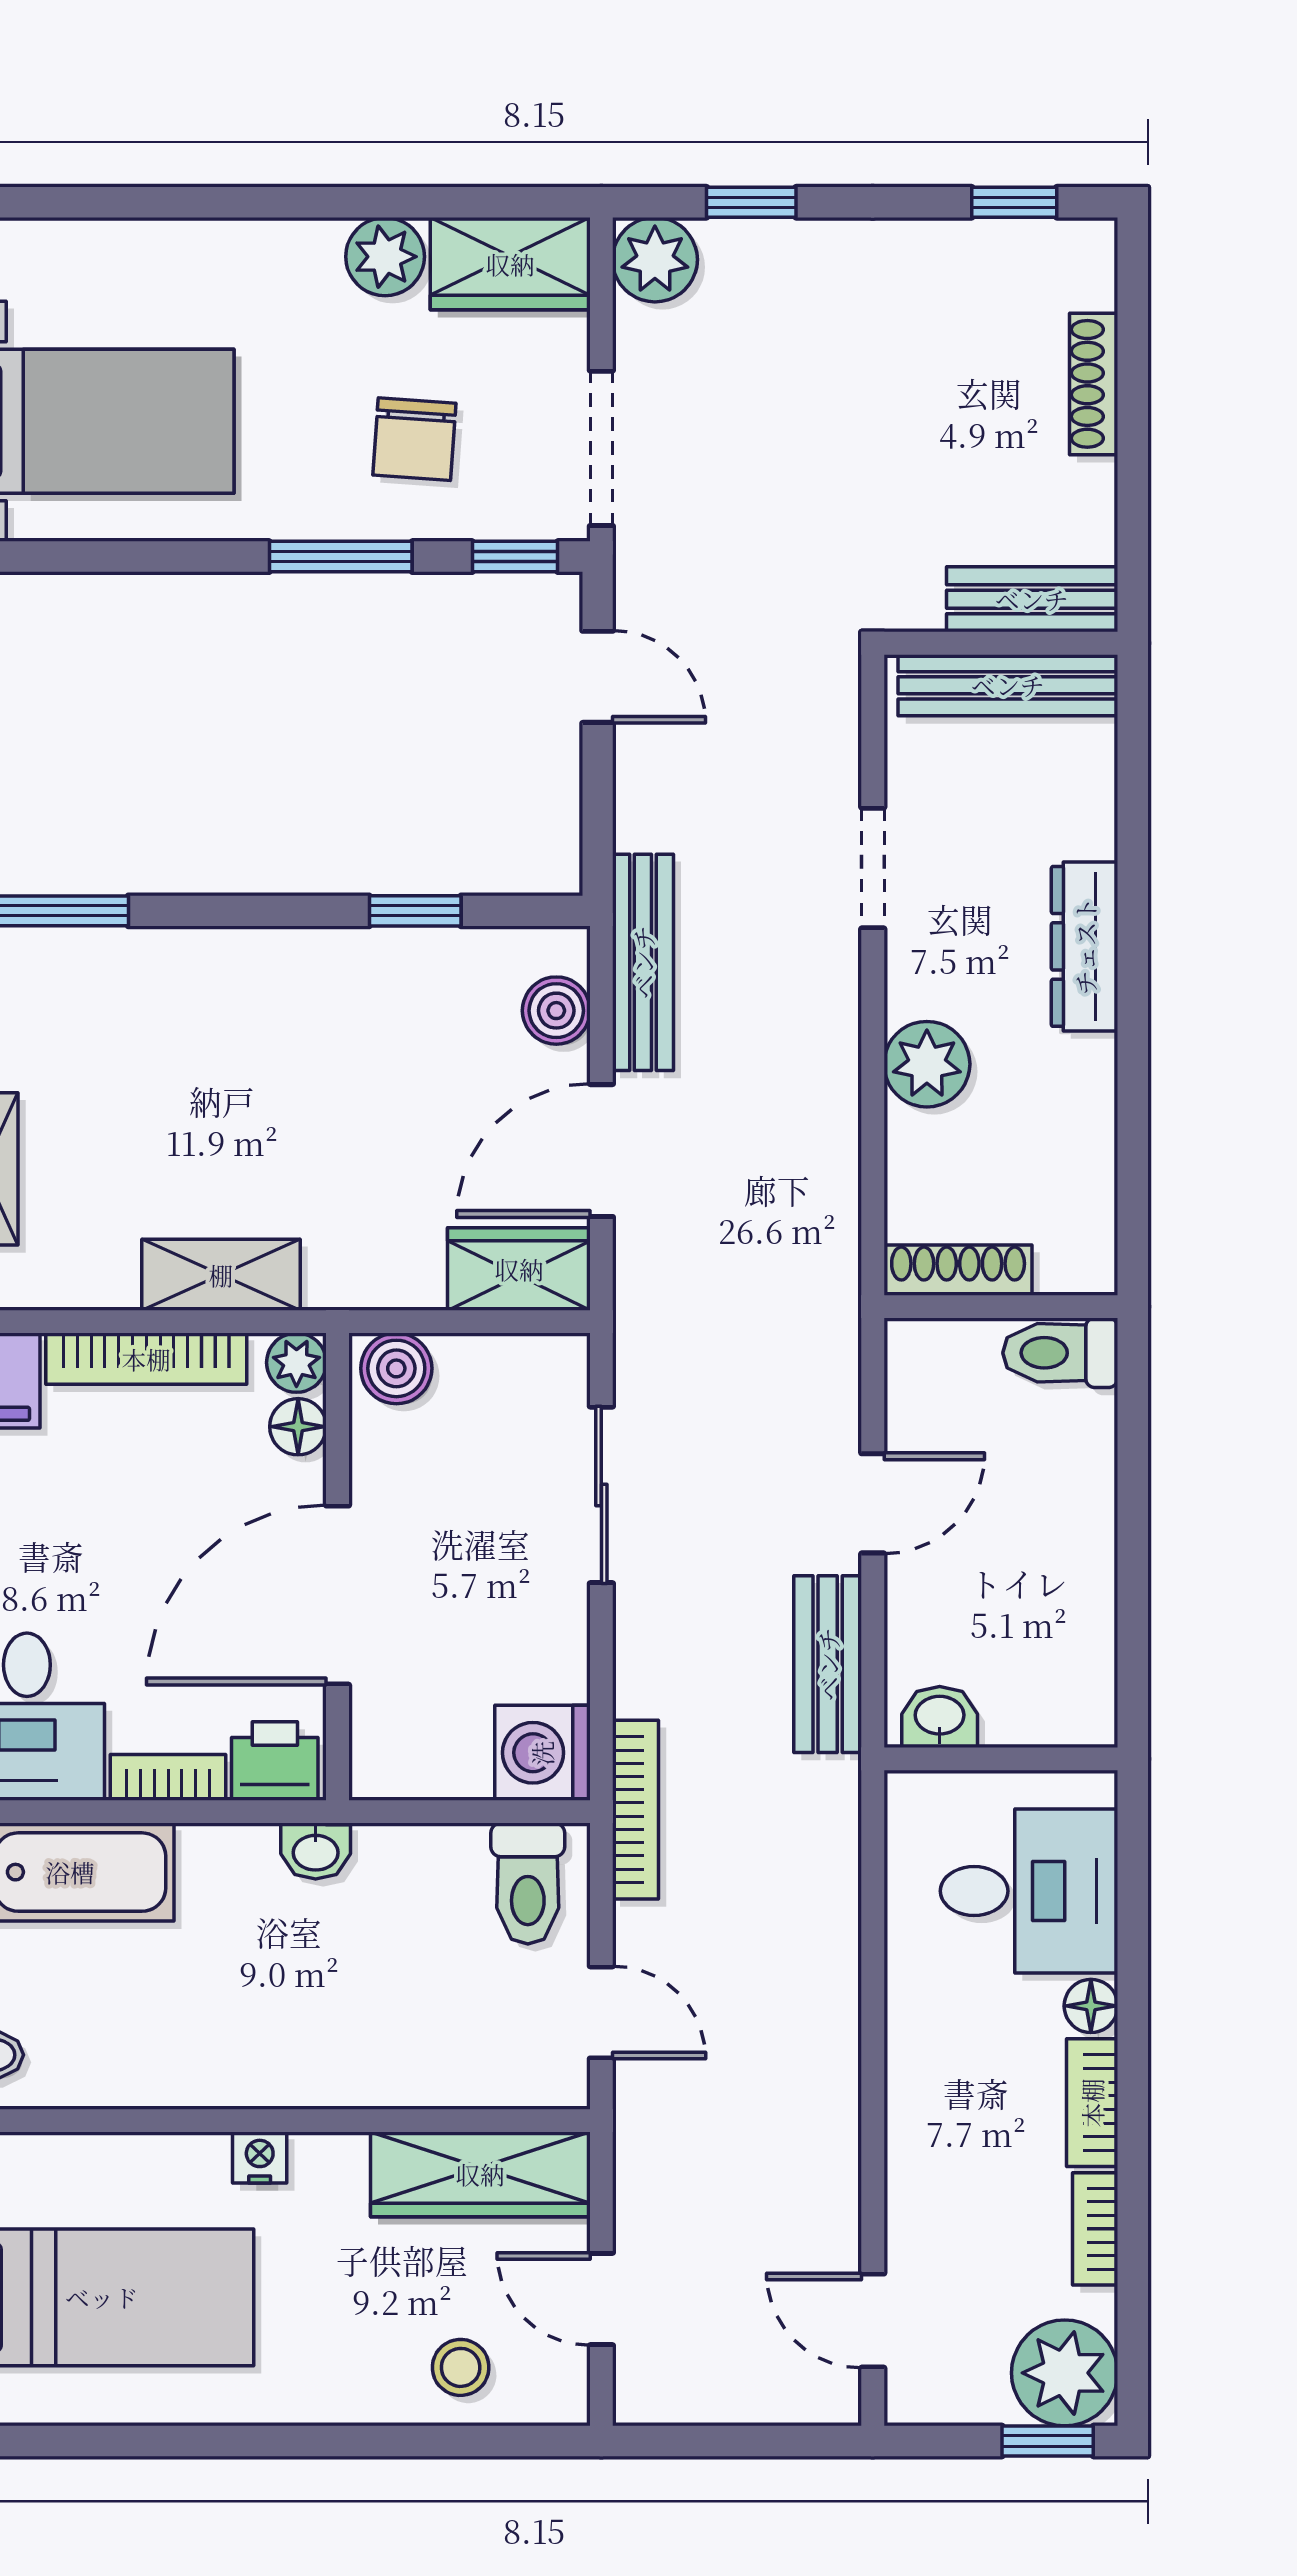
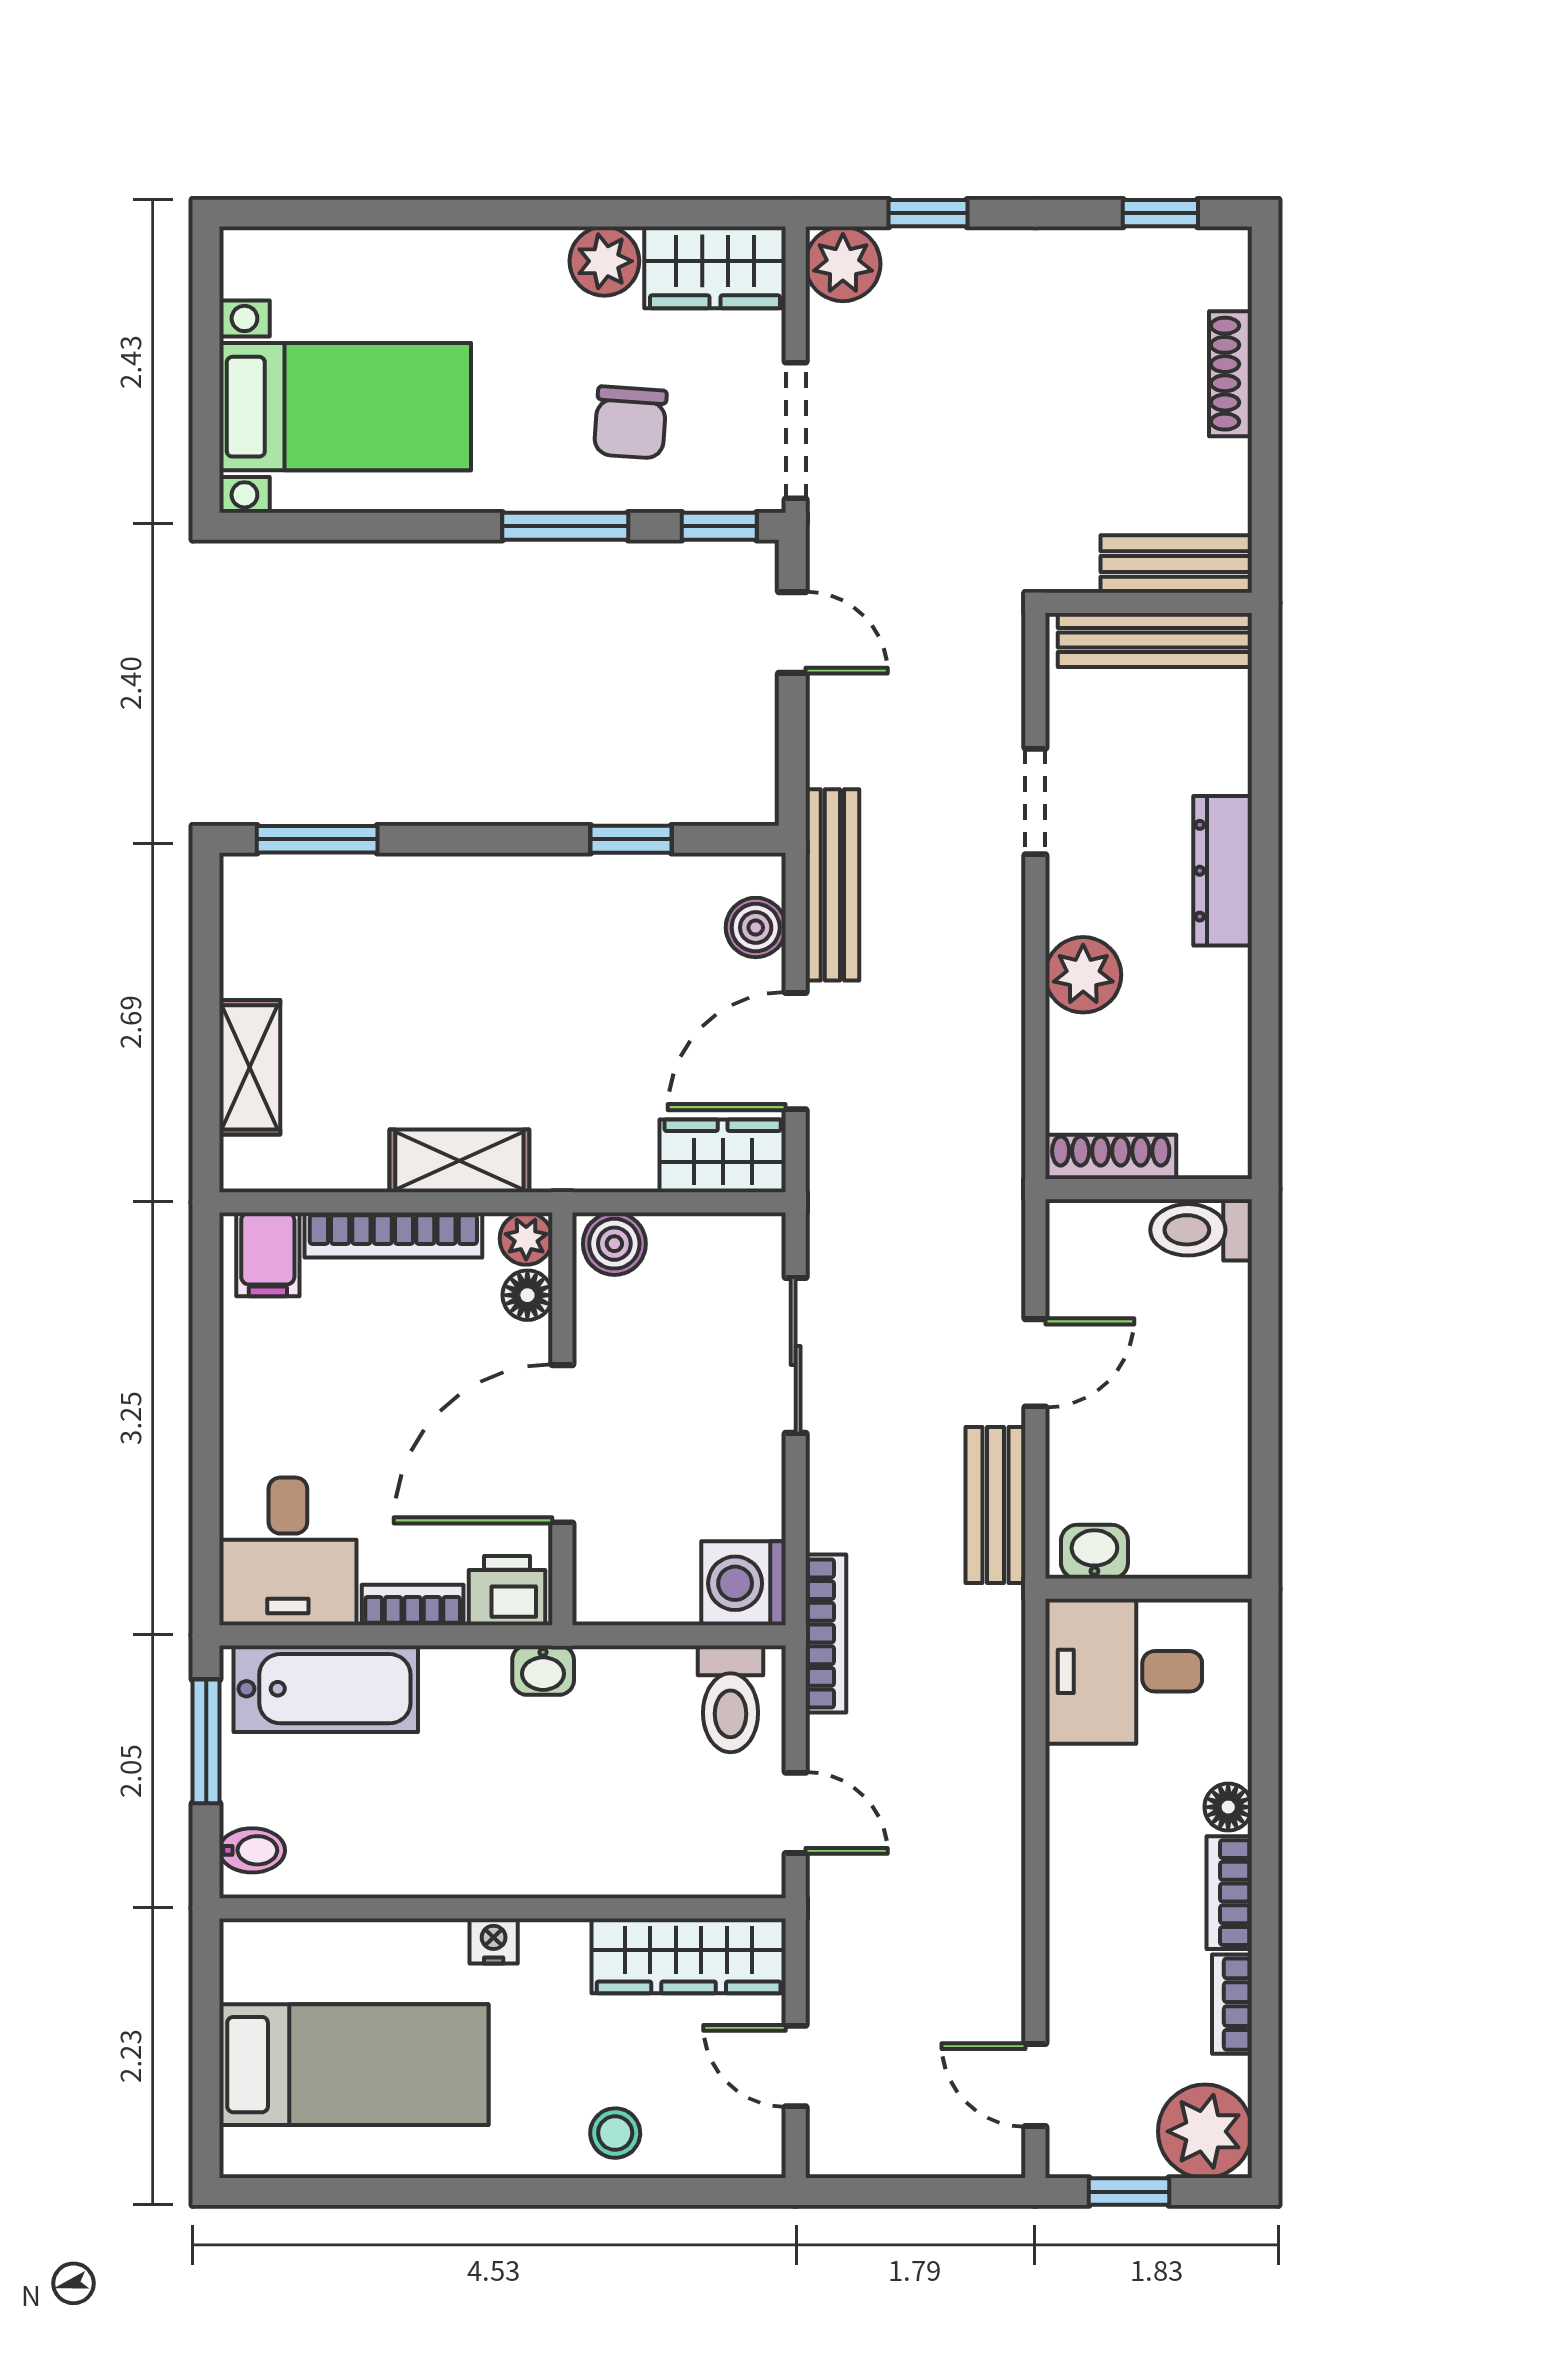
desk: (1029, 1891) -> (1124, 1671), moved, turned 180
stool: (461, 2367) -> (615, 2133), moved
window: (1048, 2441) -> (1129, 2192), moved

